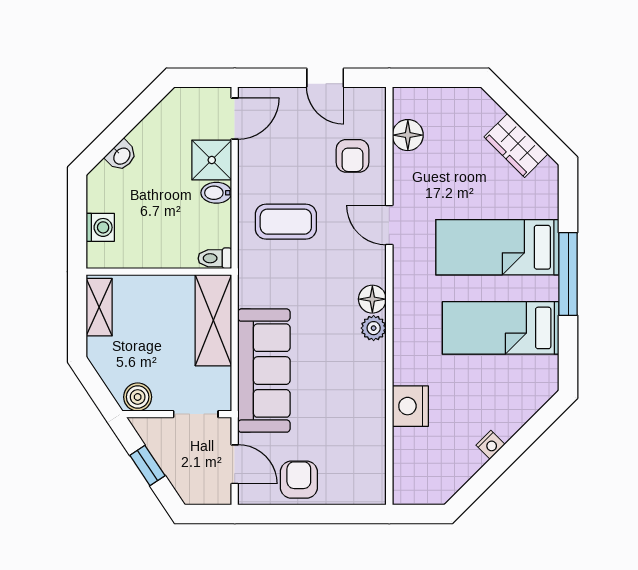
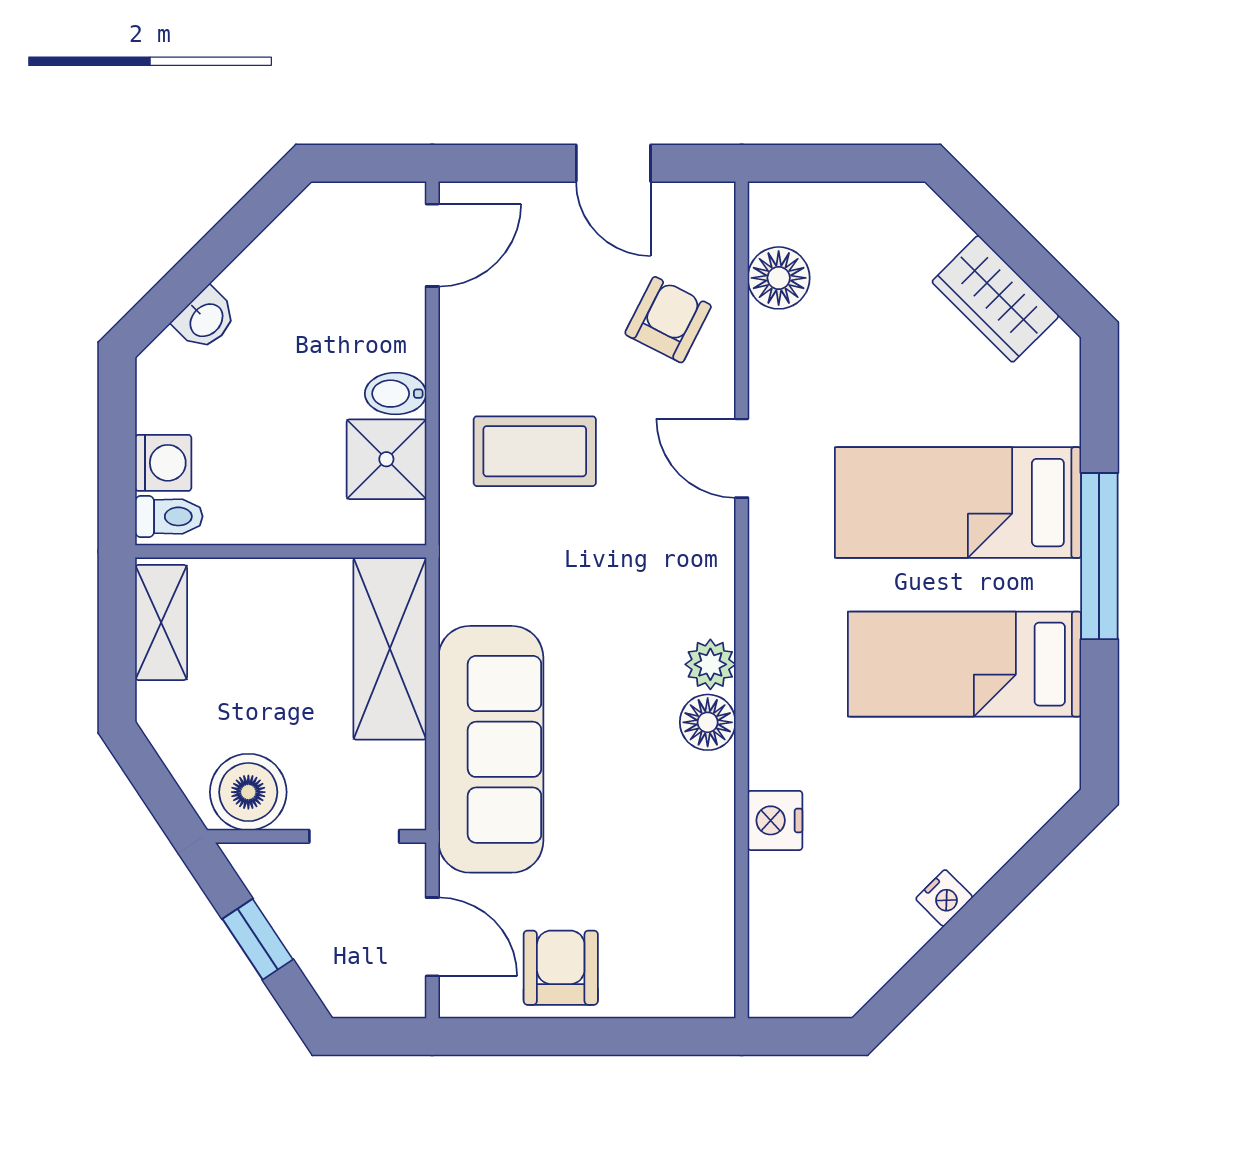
armchair: (352, 156) -> (668, 320), turned -153
shower: (212, 160) -> (386, 459), moved
toilet: (215, 258) -> (169, 516), moved, turned 180
floor lamp: (372, 299) -> (708, 722), moved
boiler: (138, 397) -> (248, 792), width x1.36, depth x1.36
nightstand: (410, 406) -> (775, 820), width x0.74, depth x0.75

